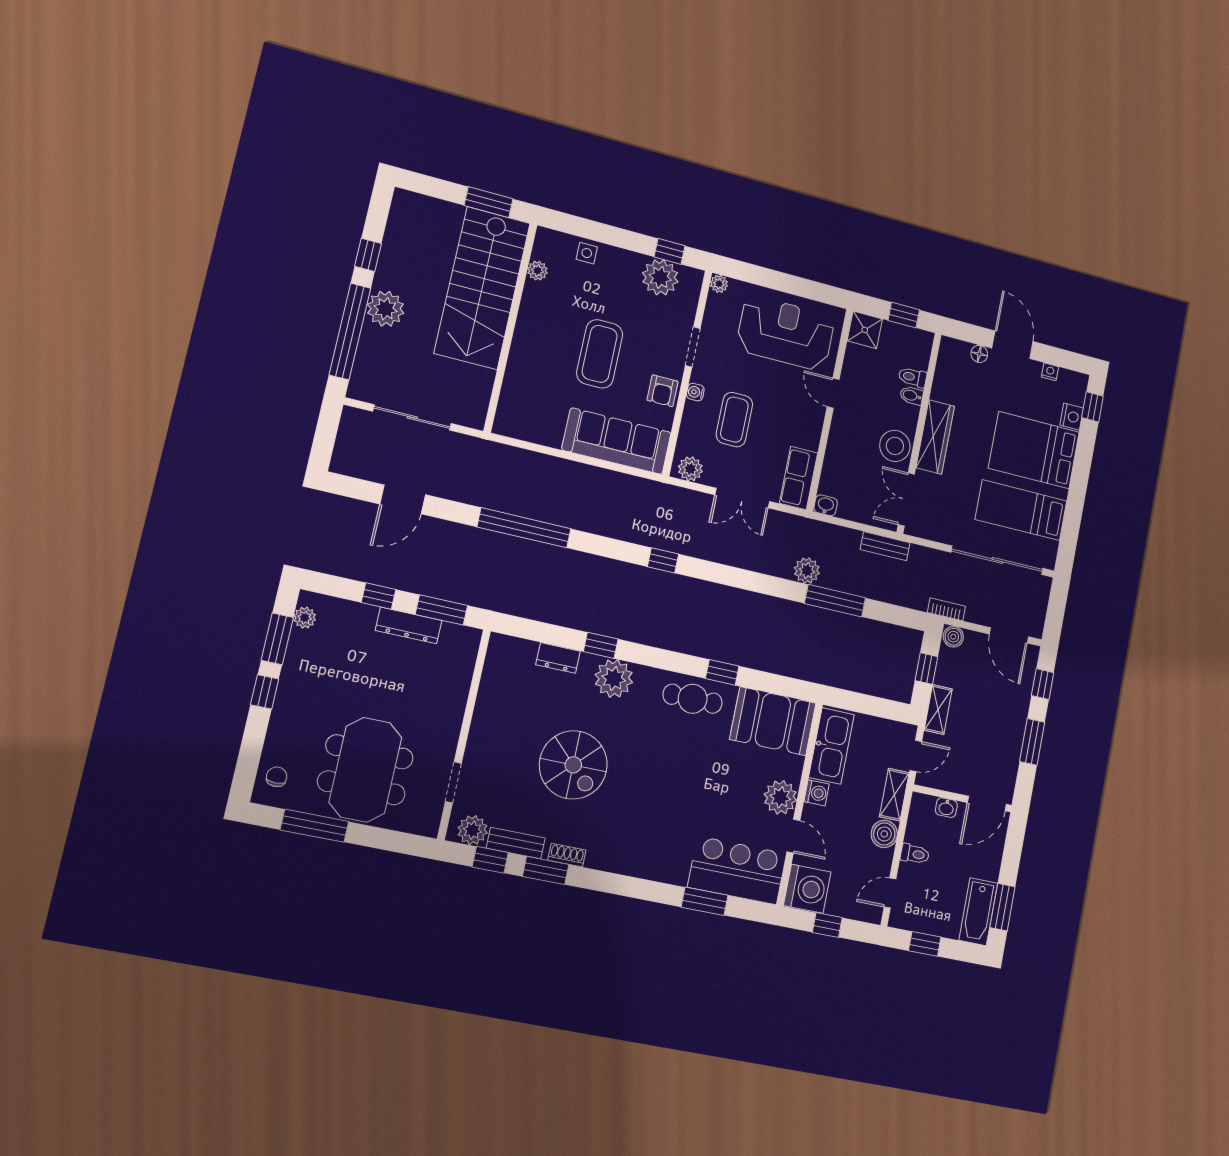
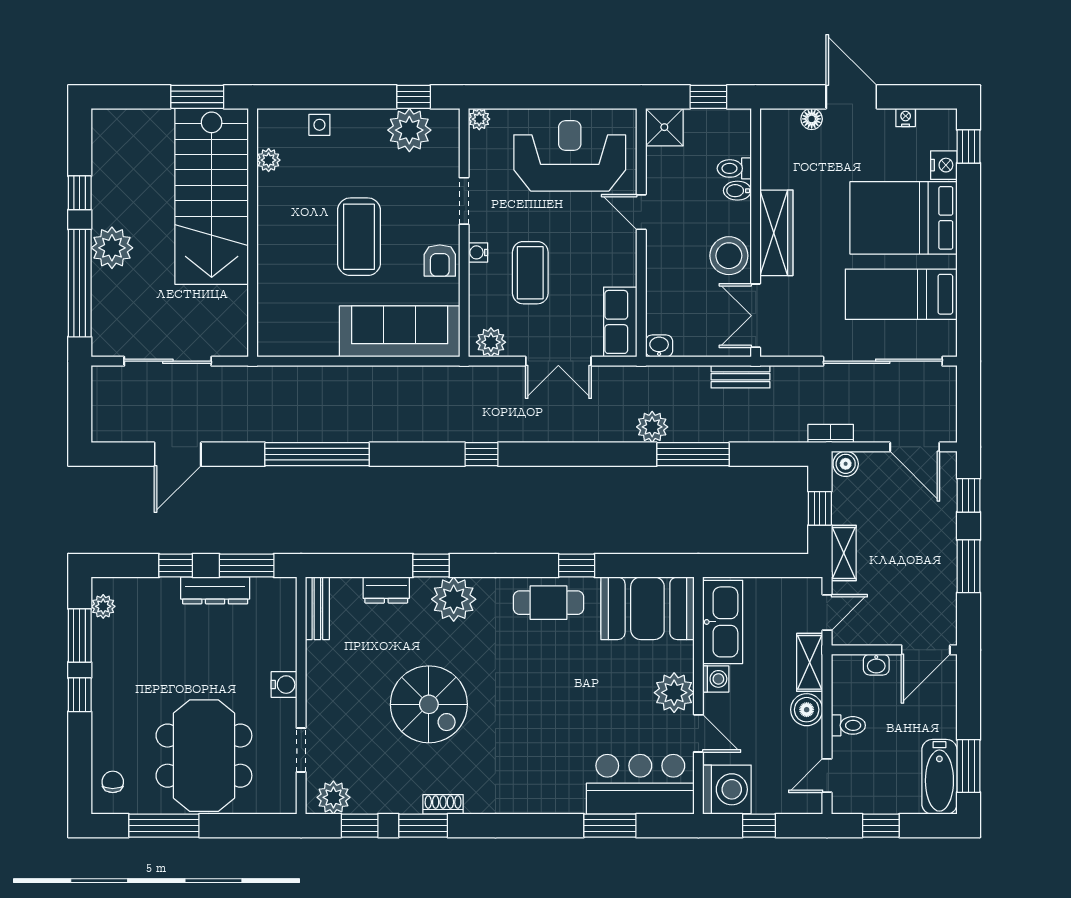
water cooler: (451, 721) -> (284, 685), added
bench: (516, 843) -> (317, 608), moved, turned 90

